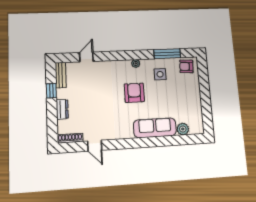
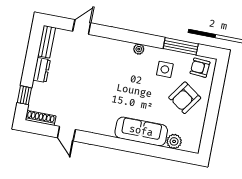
window: (51, 91) -> (24, 95), moved
armchair: (134, 93) -> (185, 98), moved, turned -145
dresser: (62, 109) -> (42, 70), moved

